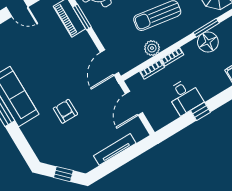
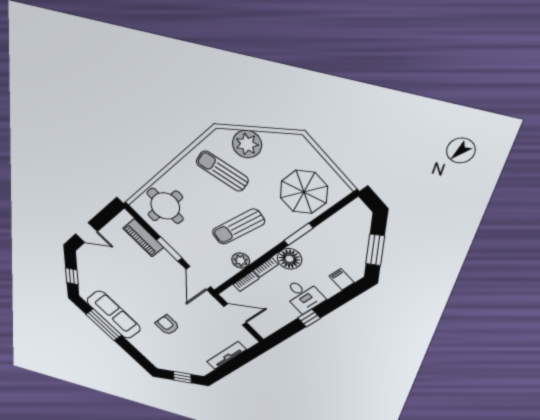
window: (82, 17) -> (169, 249), moved
floor lamp: (208, 42) -> (289, 259), moved
desk: (185, 96) -> (303, 296), moved
door: (134, 103) -> (235, 314), swing flipped

